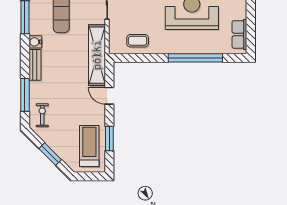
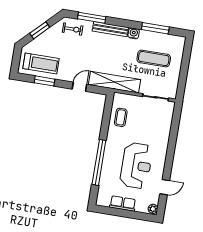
row of seats: (239, 34) -> (123, 203), moved
bench: (35, 65) -> (110, 29), width x1.36

